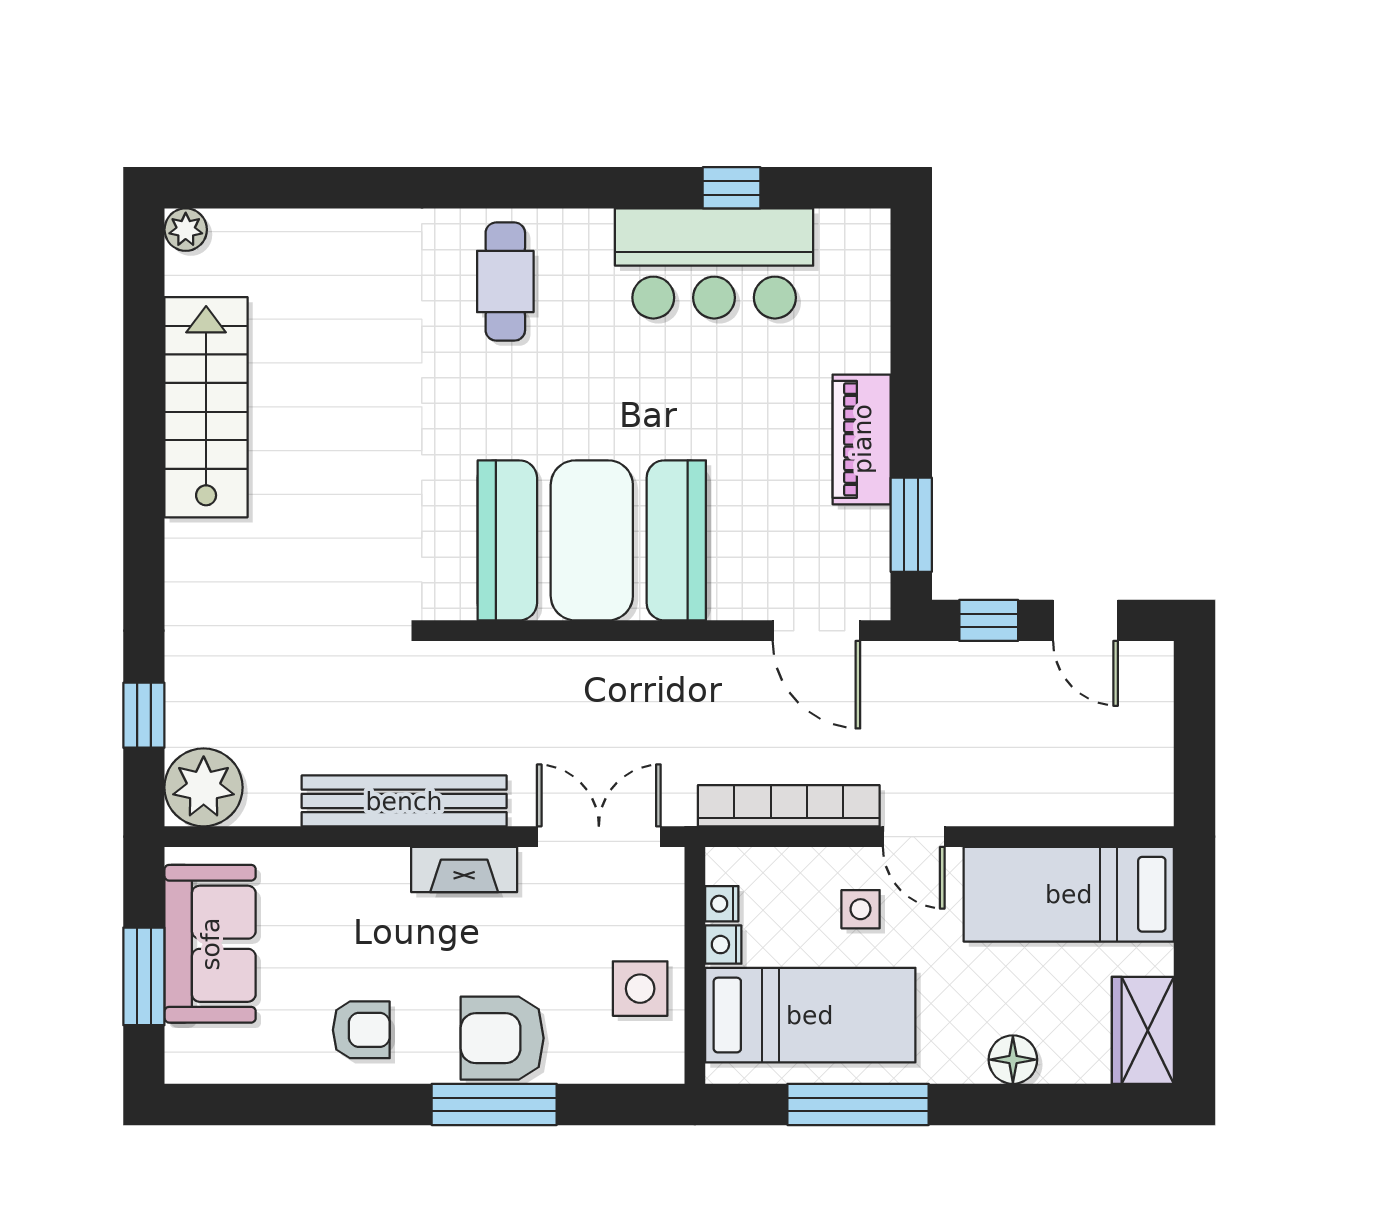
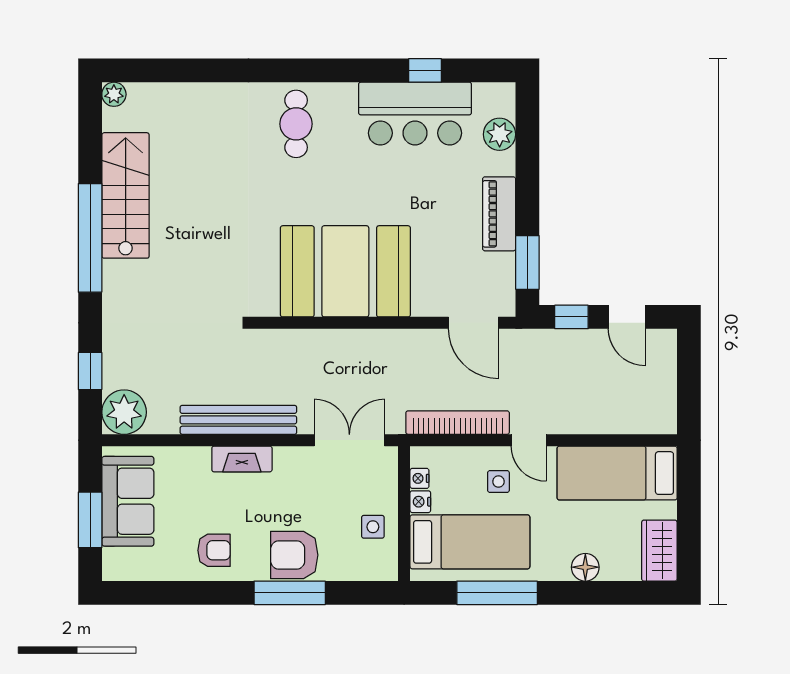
plant: (862, 300) -> (500, 134), added
window: (144, 482) -> (90, 238), added
fireplace: (464, 870) -> (242, 459), moved
side table: (640, 989) -> (373, 527), width x0.73, depth x0.73

